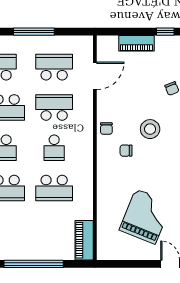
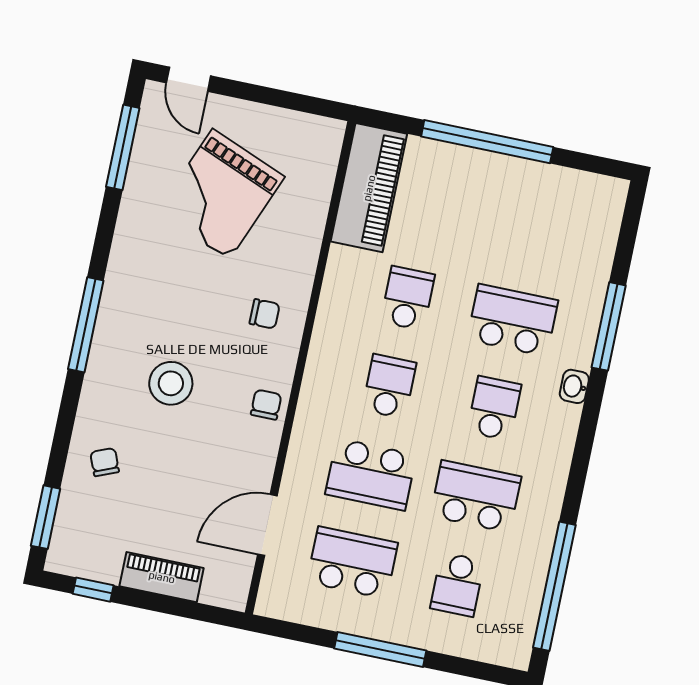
school desk: (54, 67) -> (352, 563), turned 180
chair: (126, 151) -> (265, 314), moved
school desk: (54, 188) -> (408, 298), width x0.54
piano: (84, 240) -> (369, 188), width x1.37, depth x1.33

